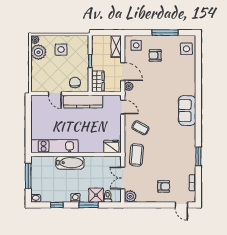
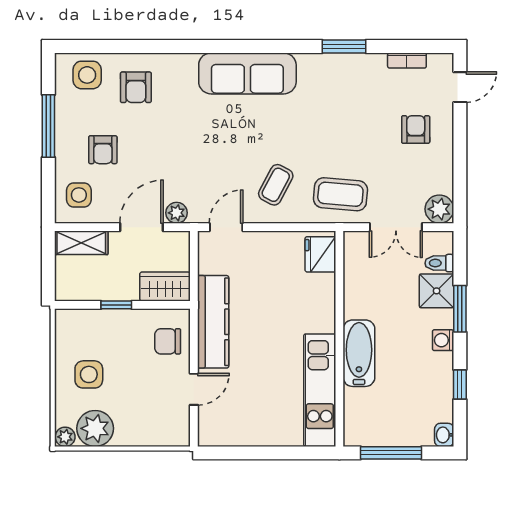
armchair: (181, 69) -> (136, 87), added
sofa: (187, 111) -> (247, 73), width x1.36

